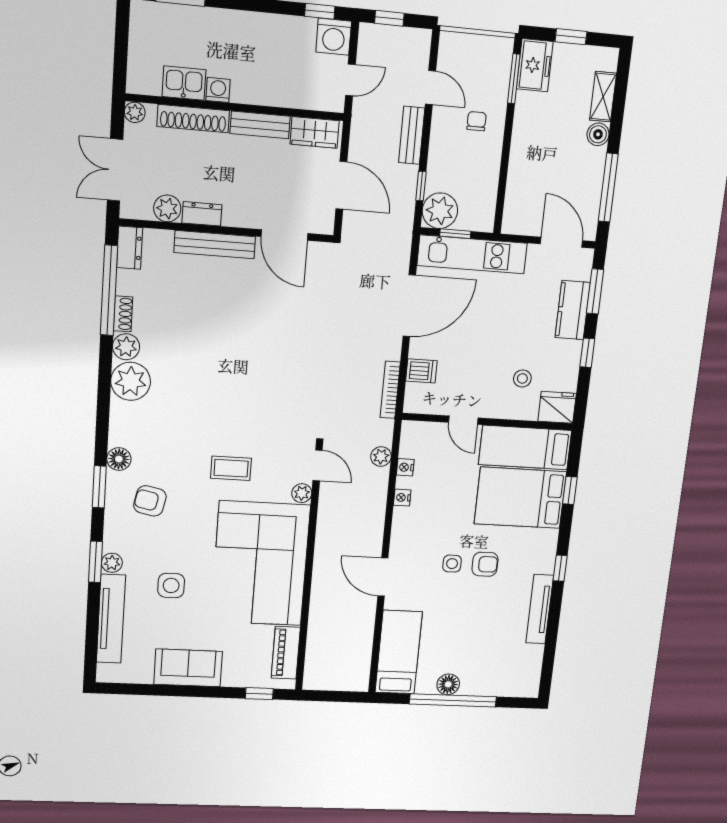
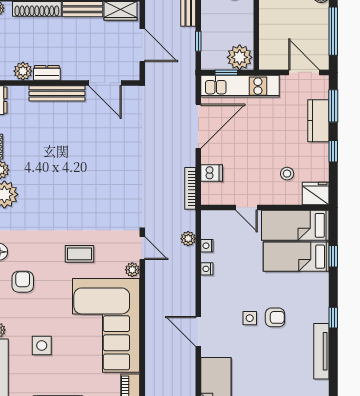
plant: (440, 211) -> (240, 57), moved
bed: (520, 498) -> (296, 257), width x0.67
armchair: (150, 501) -> (23, 282), turned 78

